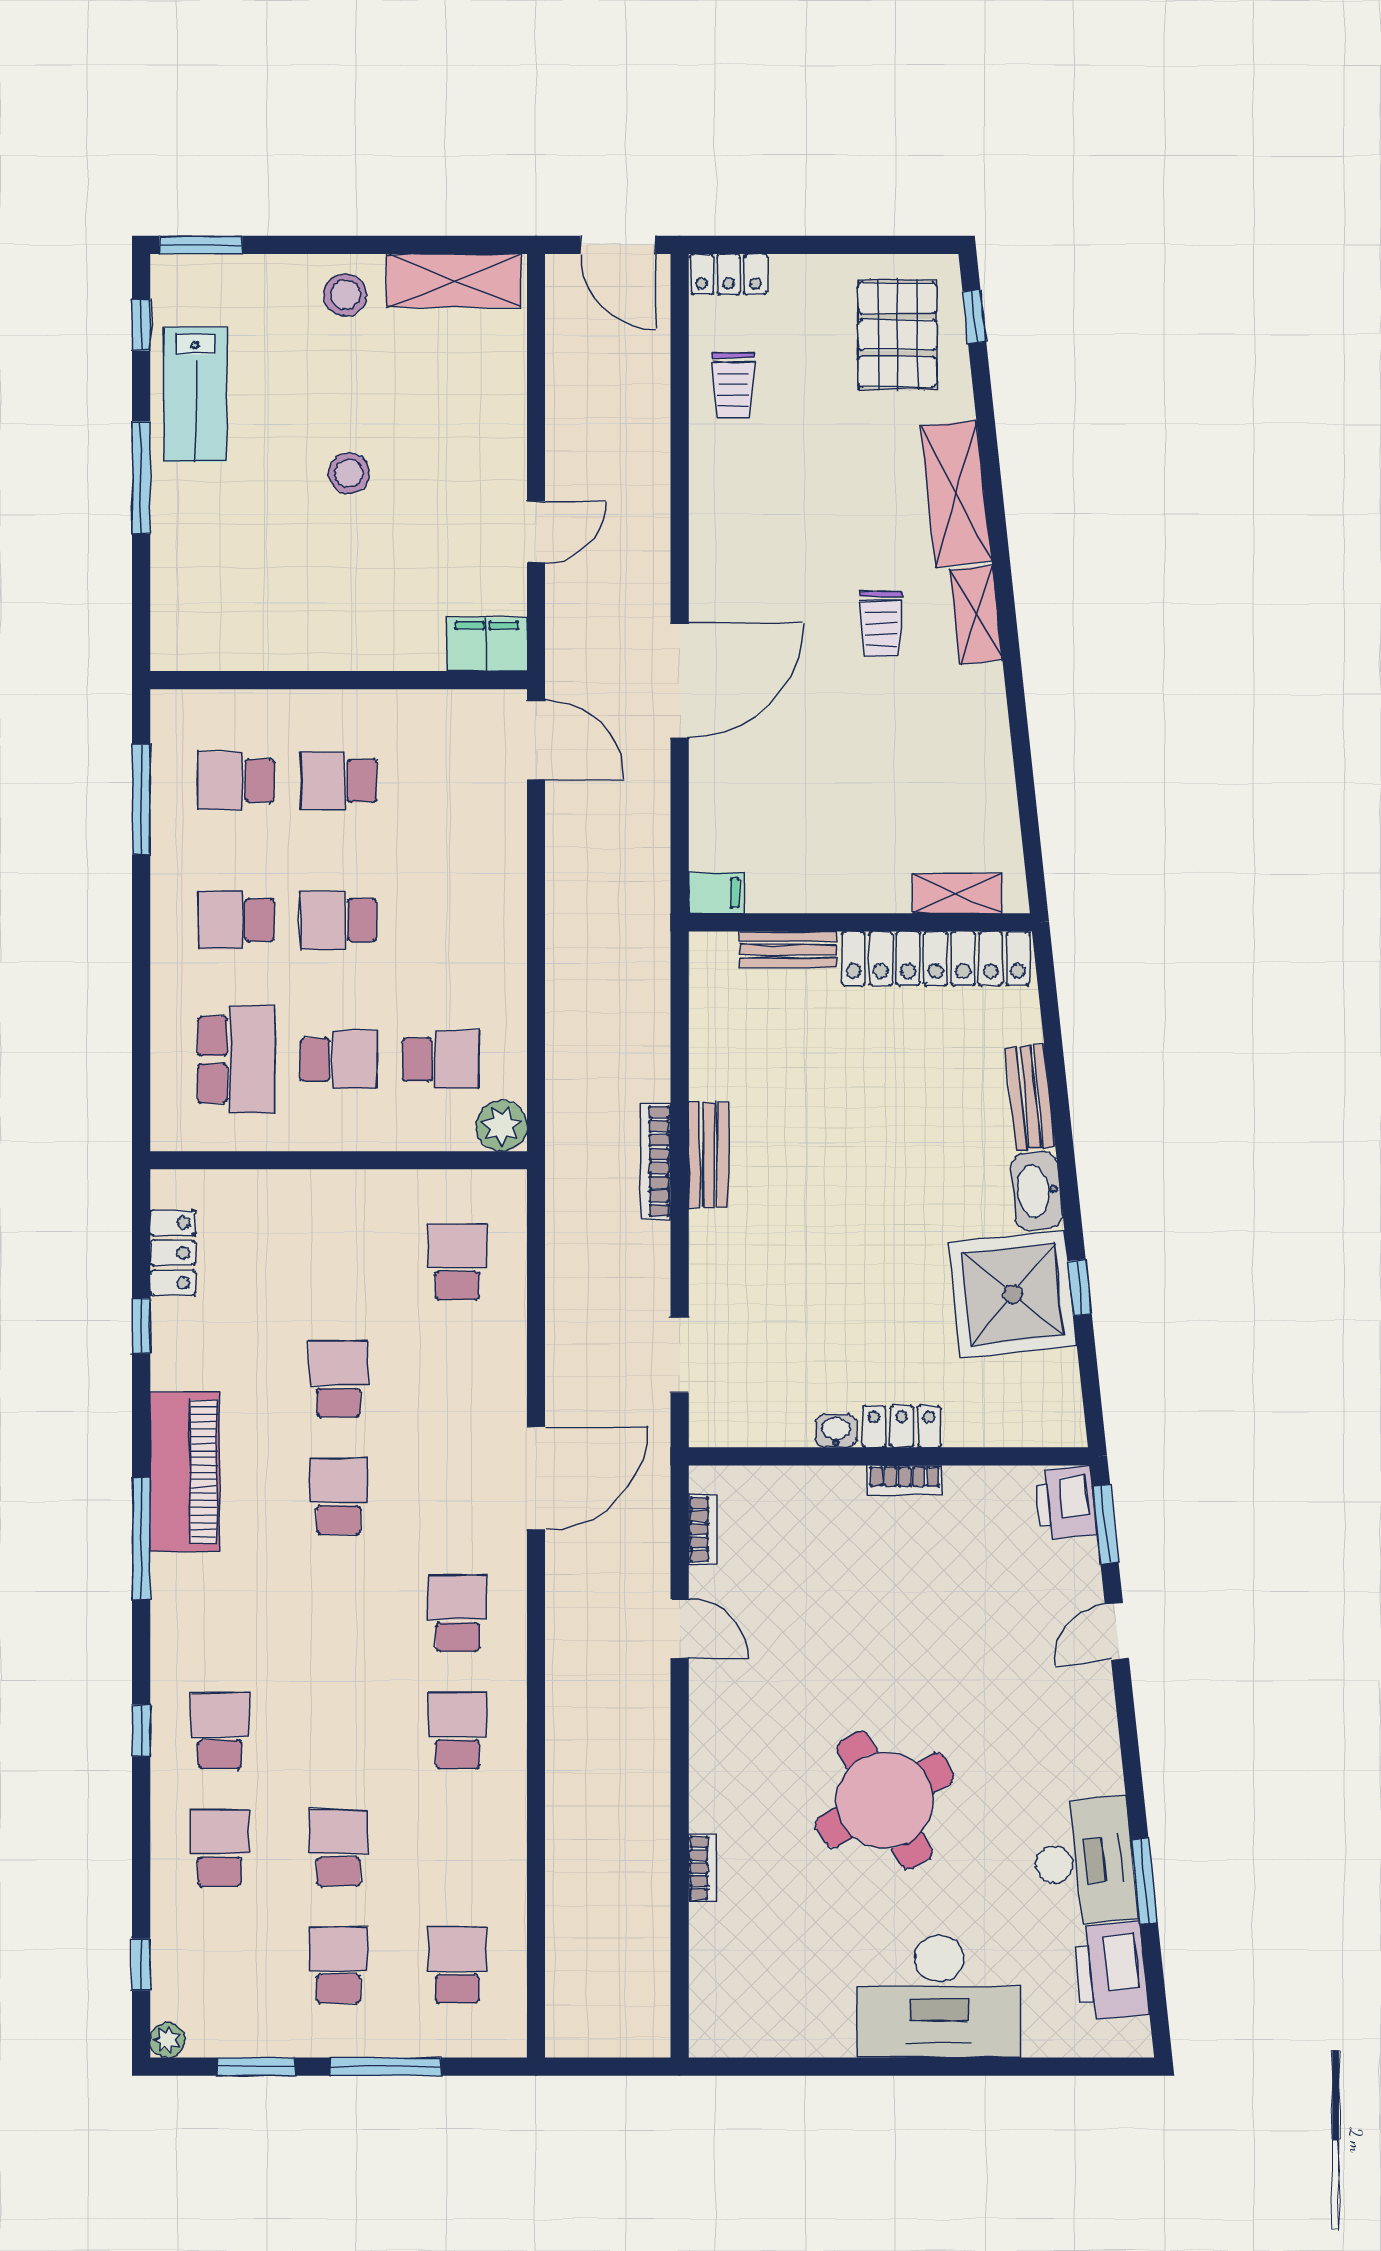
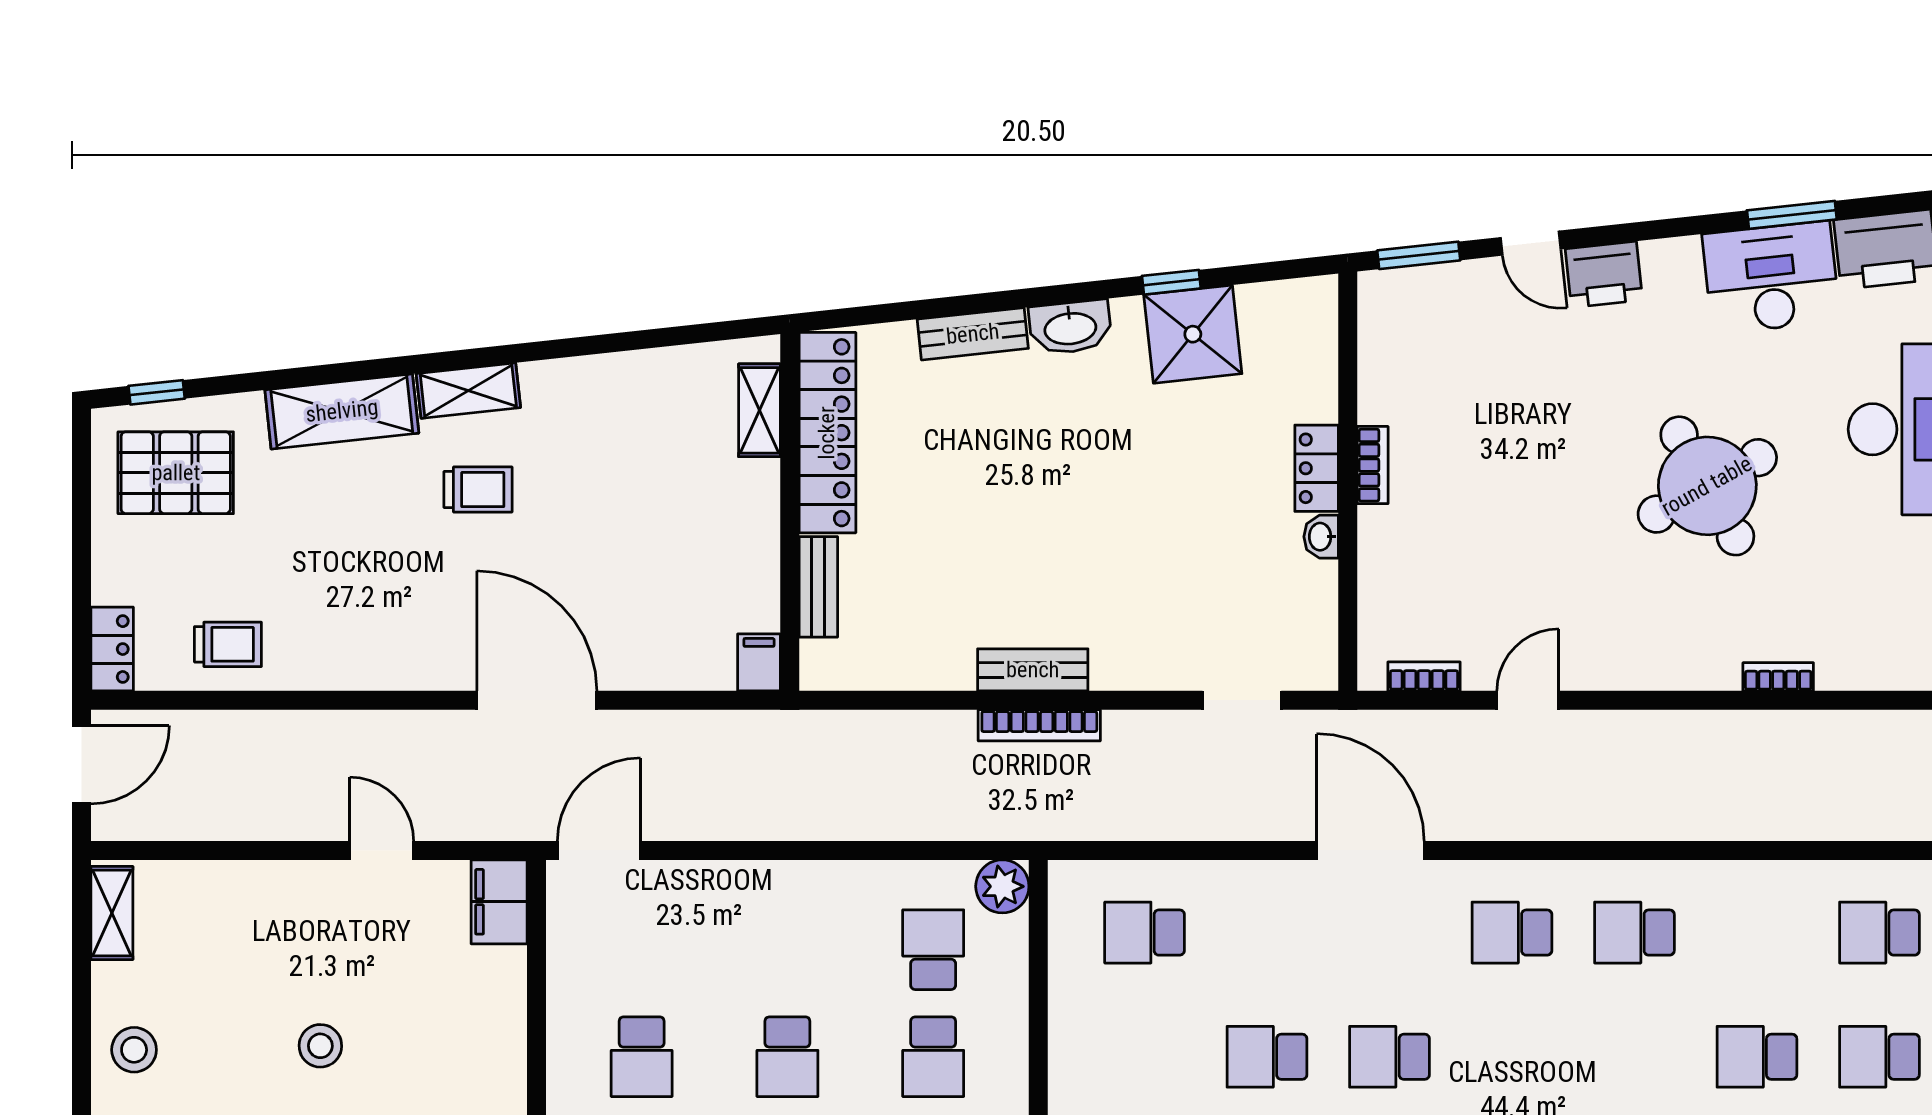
shelving: (454, 281) -> (112, 913), width x0.67, depth x0.75
school desk: (339, 1060) -> (933, 1057), turned 180
shower: (1013, 1294) -> (1193, 334), width x0.73, depth x0.73
printer: (1066, 1503) -> (1604, 274), moved

